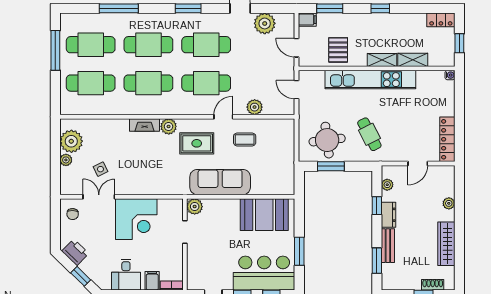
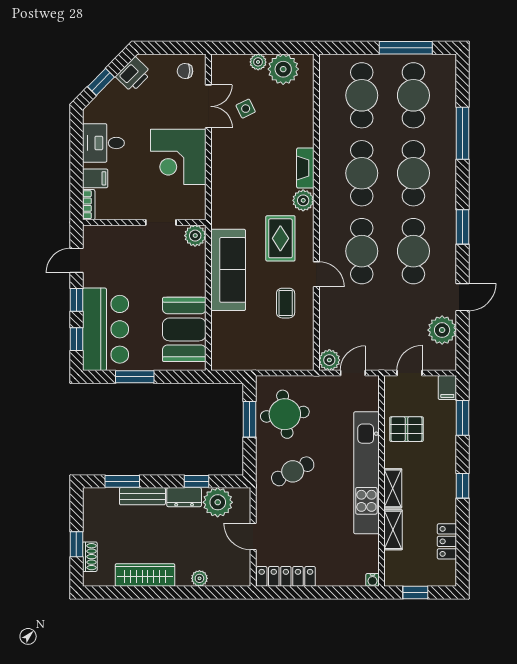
locker: (441, 20) -> (447, 541), moved
plant: (255, 107) -> (329, 360), moved
plant: (387, 185) -> (218, 502), width x1.87, depth x1.87

